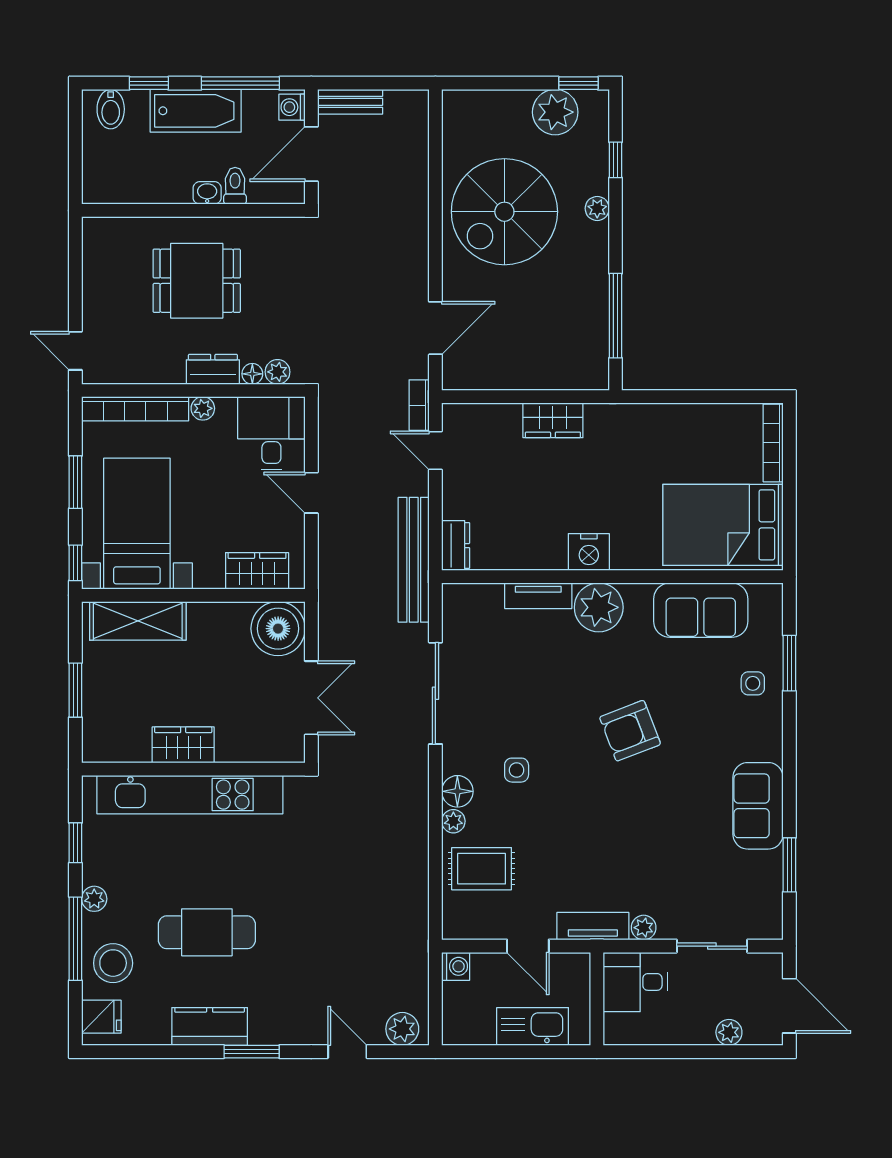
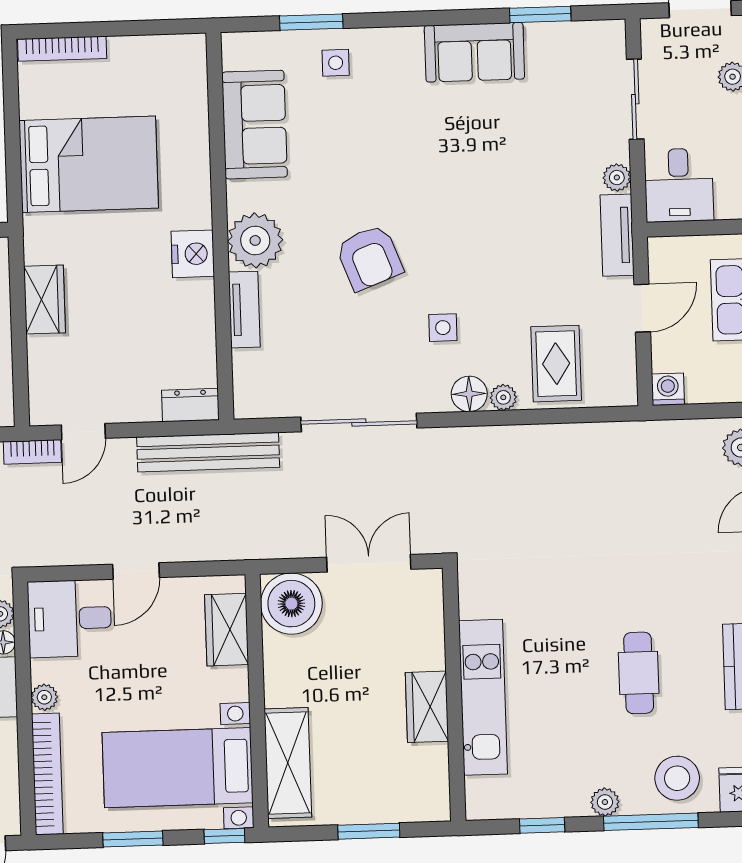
bed: (723, 525) -> (89, 164), moved, turned -90
armchair: (630, 731) -> (369, 258), moved
kitchen unit: (190, 795) -> (483, 697), width x0.73
cafe table: (207, 932) -> (639, 673), width x0.73, depth x0.74

